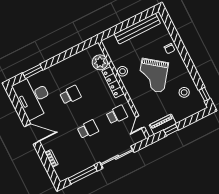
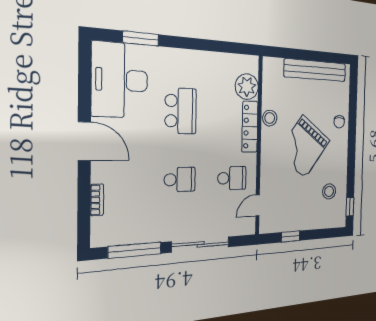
school desk: (70, 95) -> (181, 111), width x1.85
piano: (163, 124) -> (284, 223), removed

